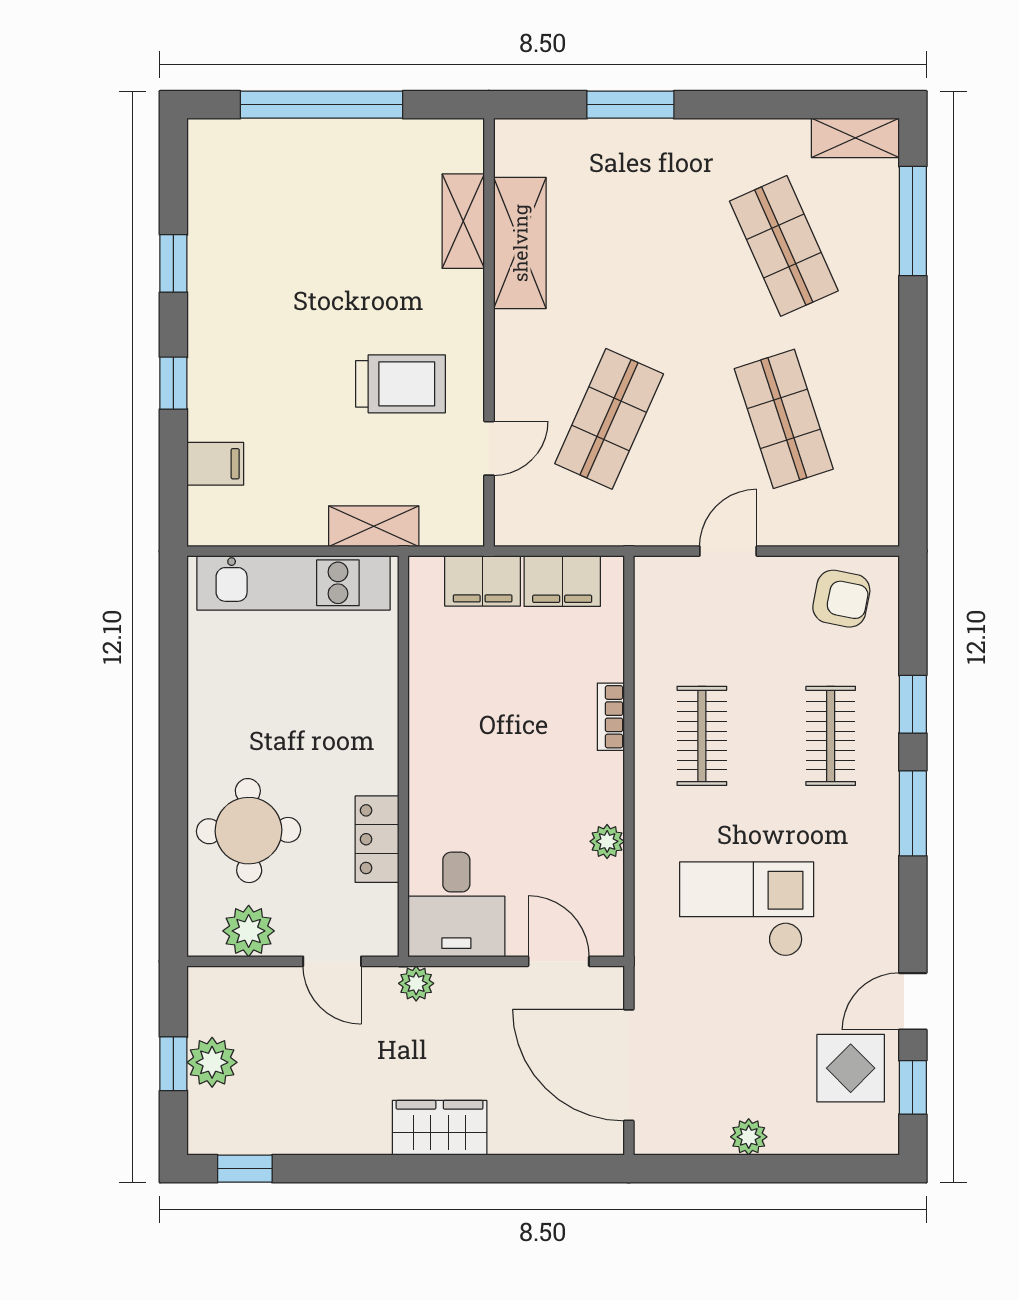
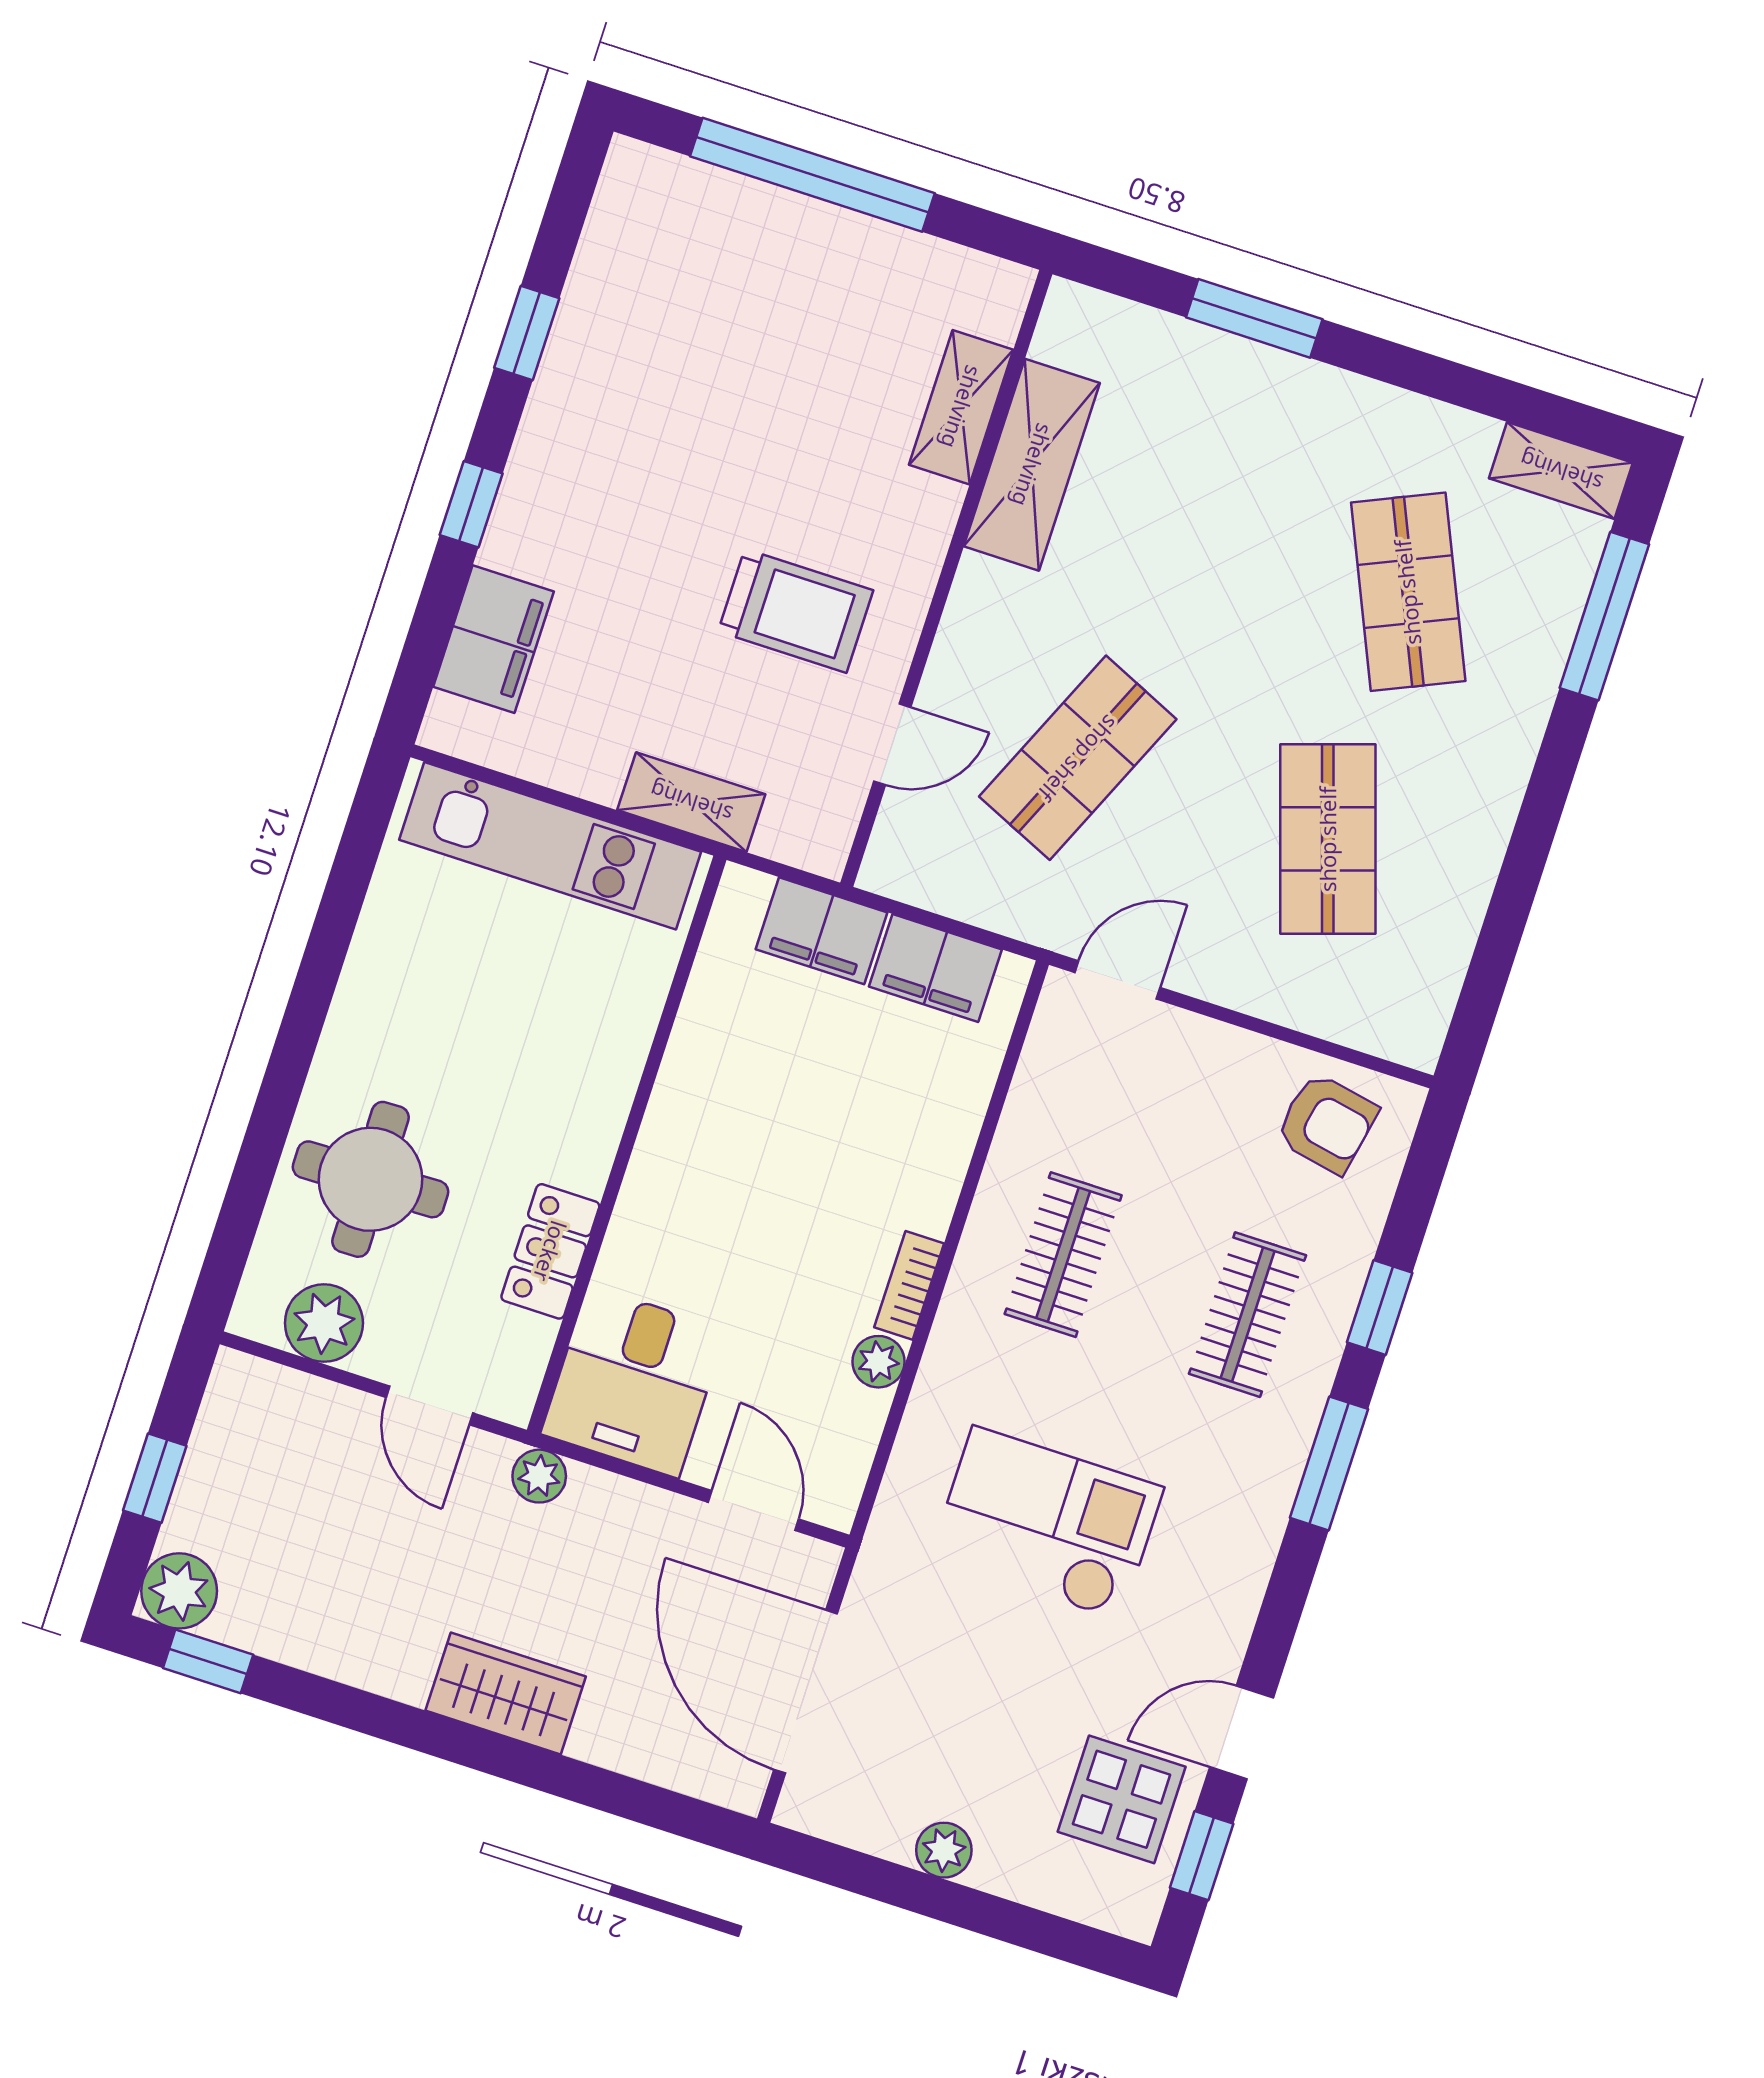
filing cabinet: (215, 464) -> (494, 639), width x2.00
door: (728, 551) -> (1118, 980), moved
bookcase: (611, 717) -> (909, 1285), moved
plant: (212, 1062) -> (179, 1591), moved

